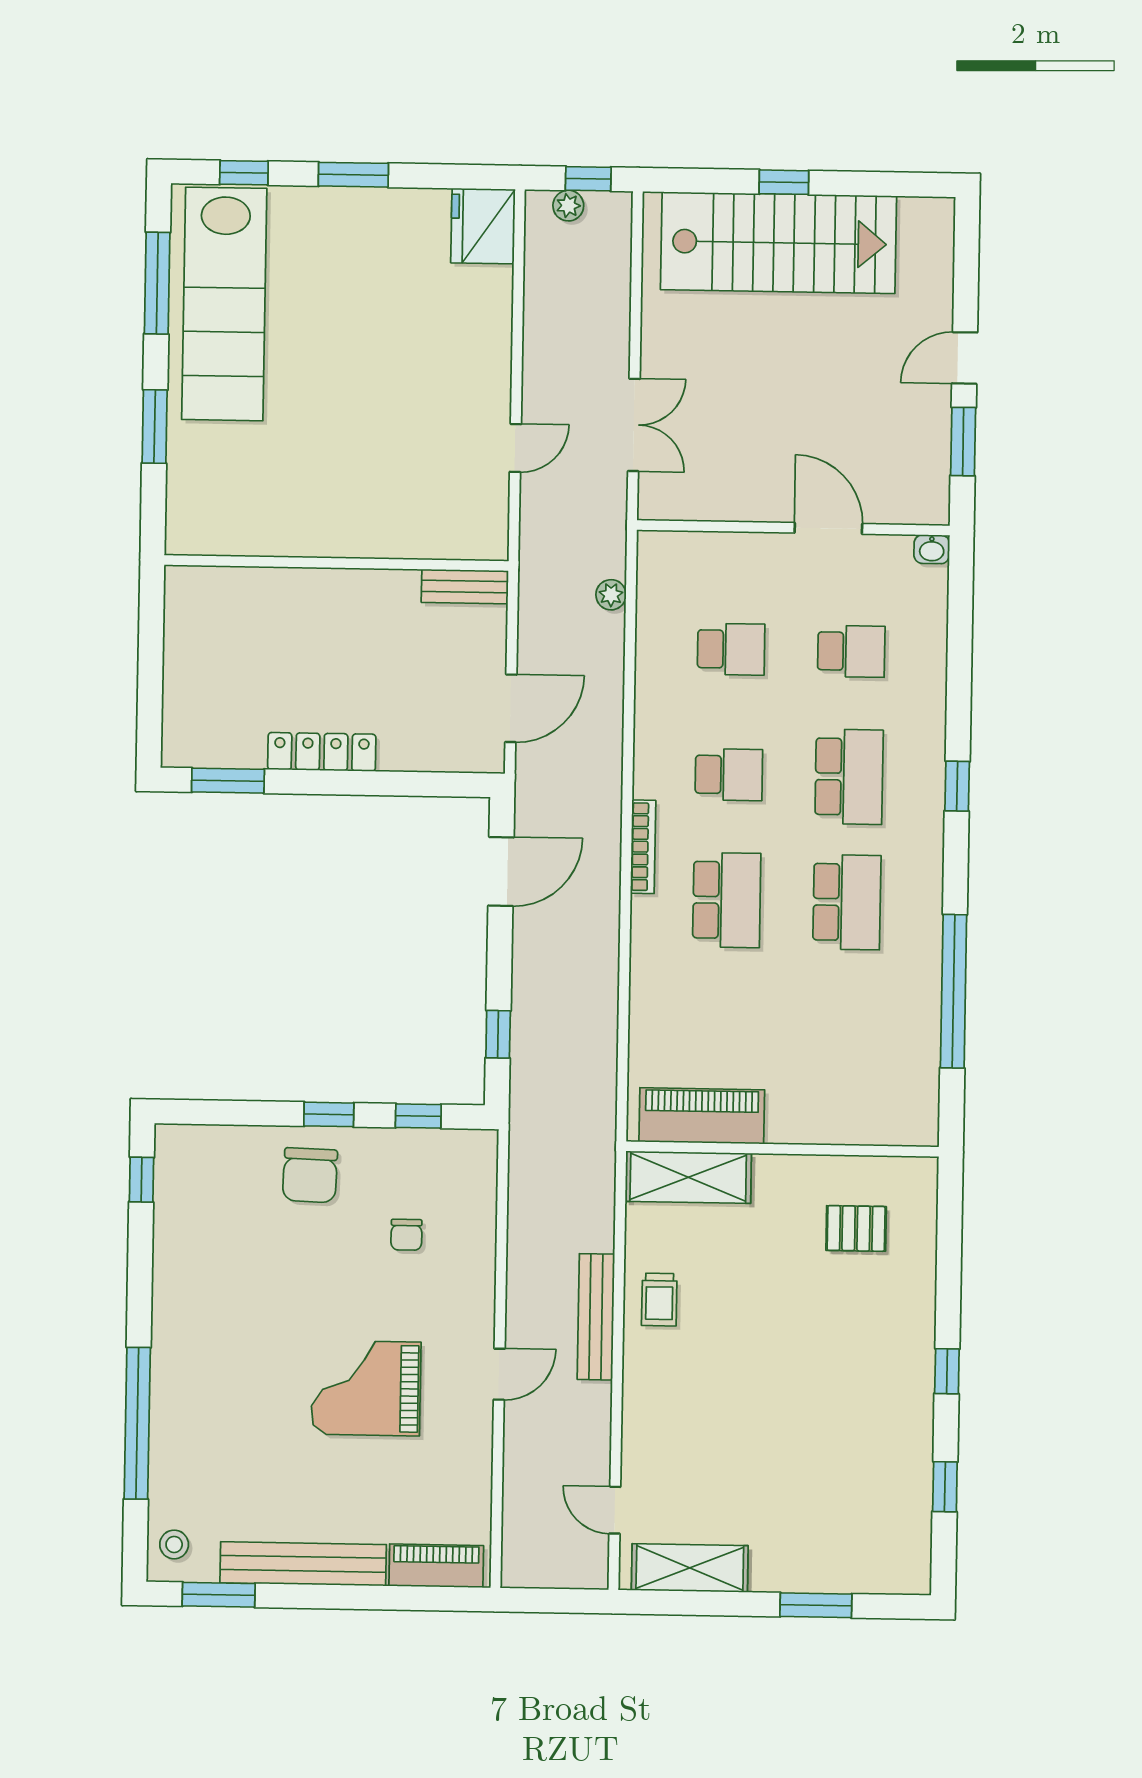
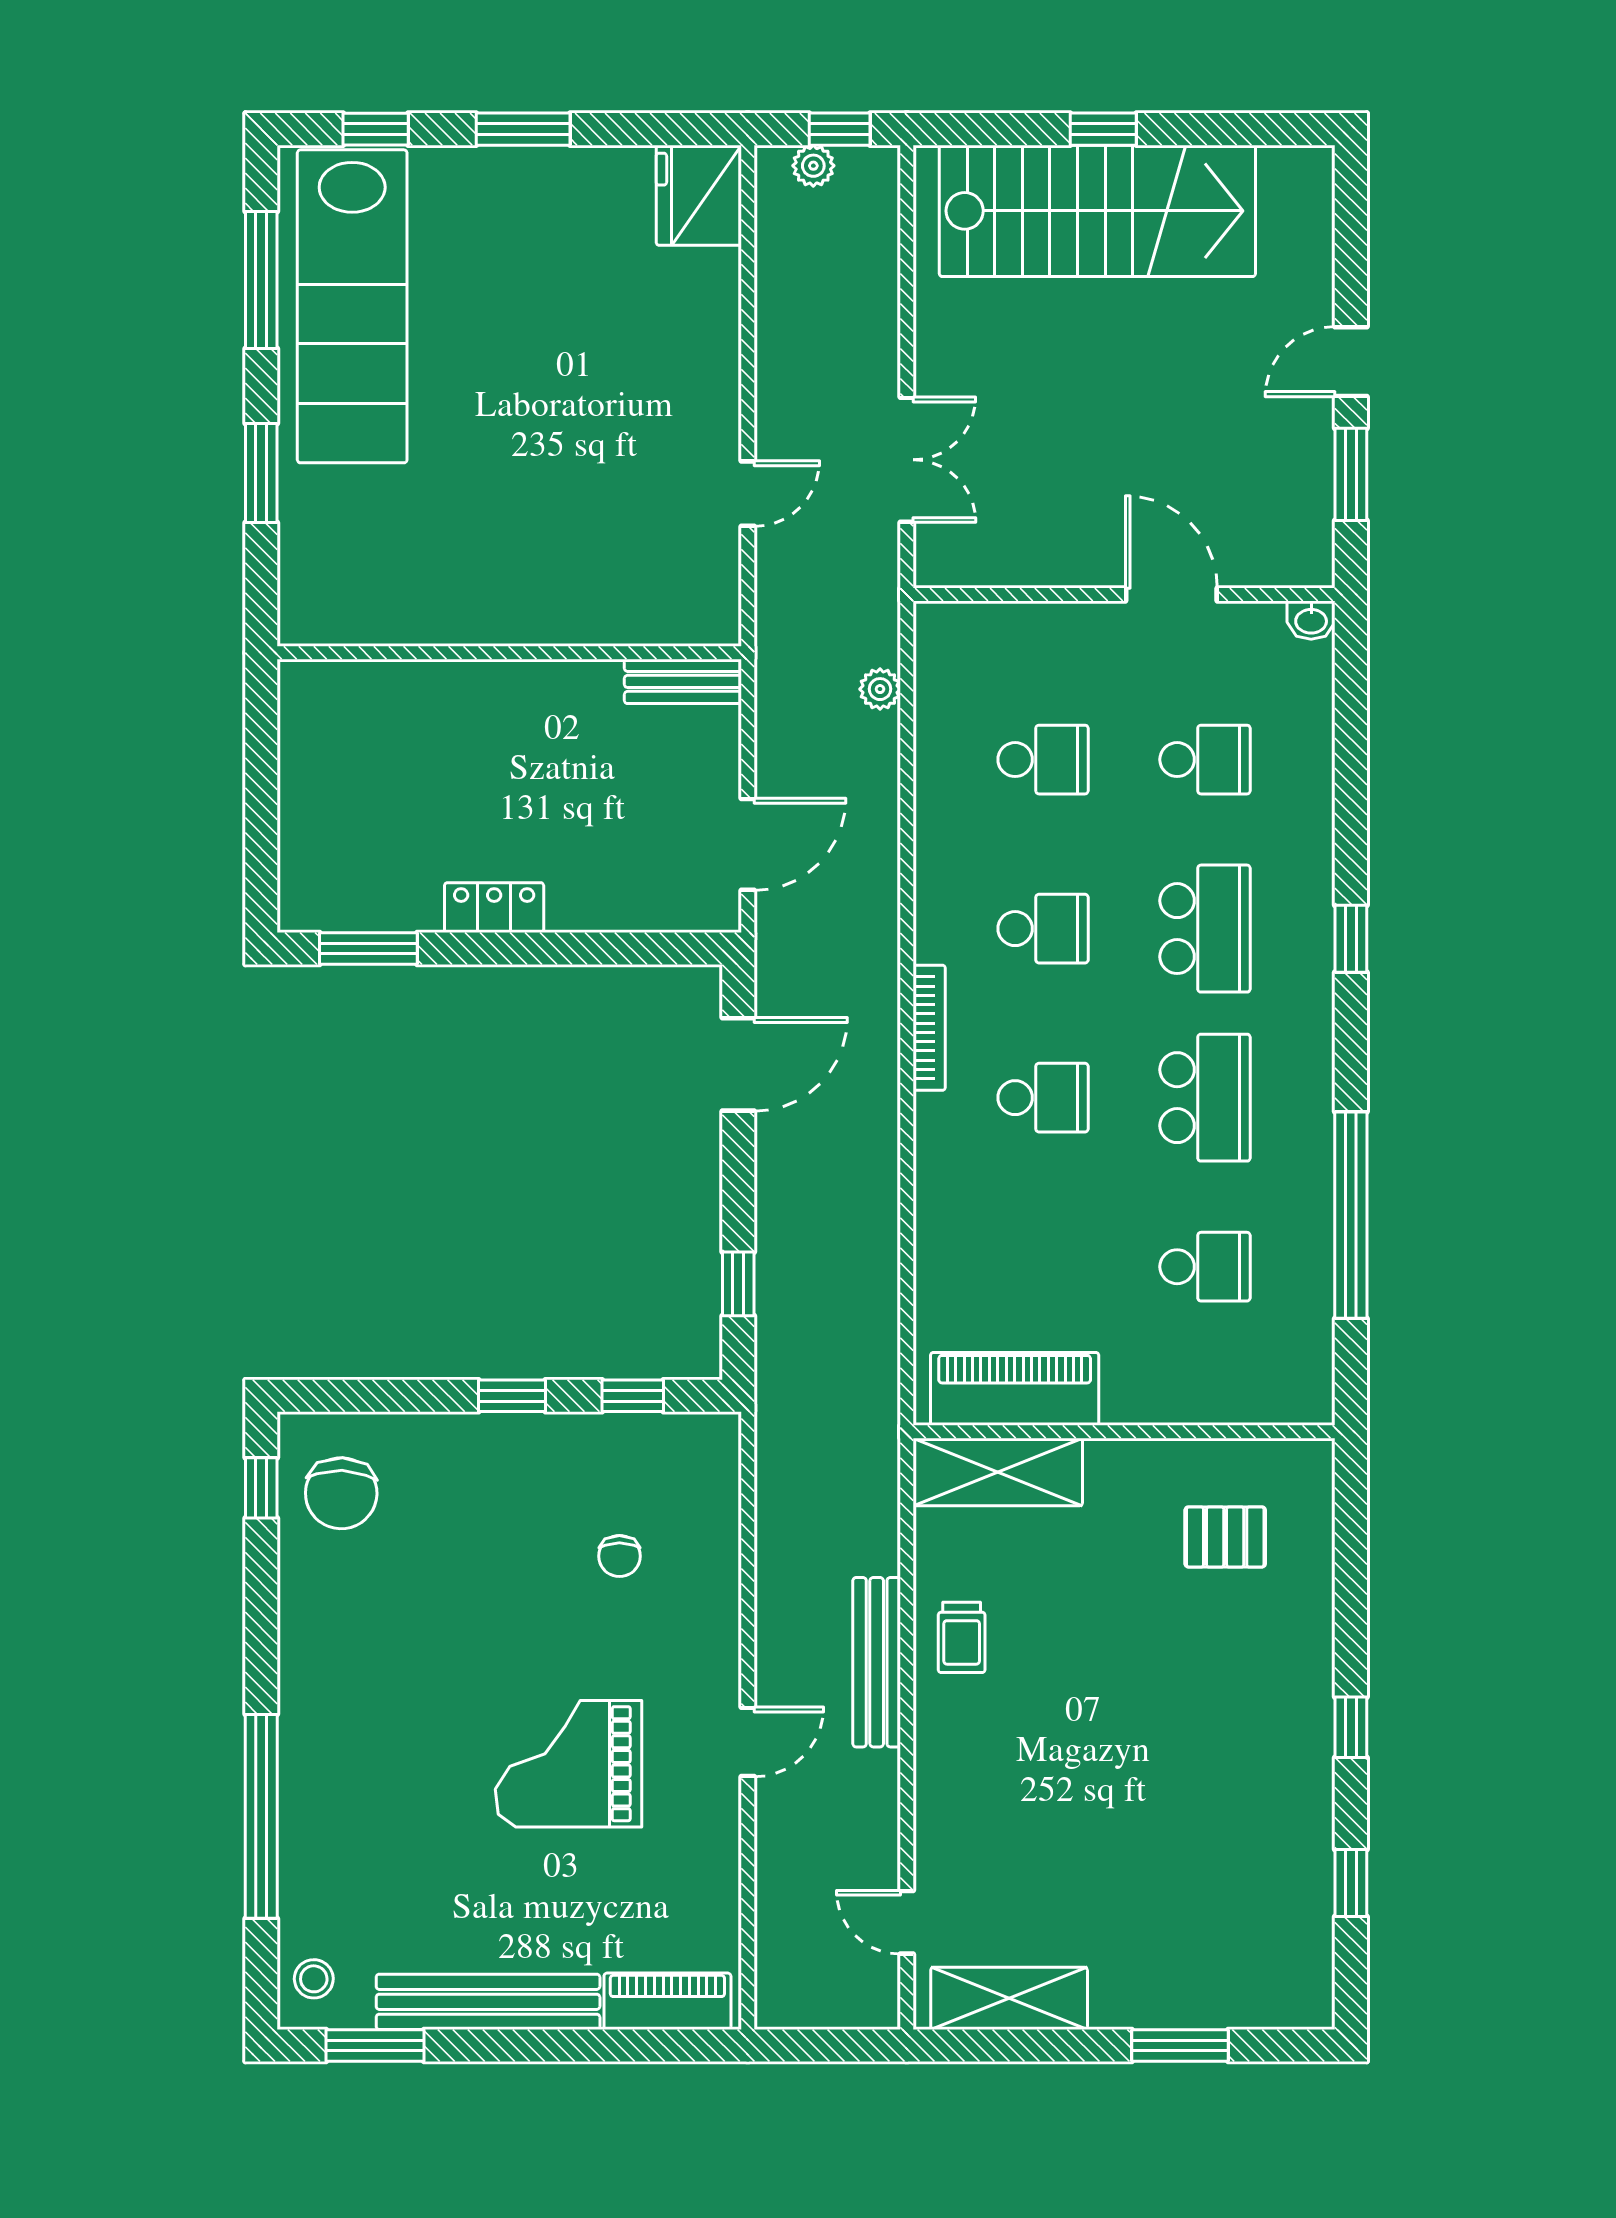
locker: (322, 752) -> (494, 908), width x0.66
school desk: (727, 900) -> (1043, 1098), width x0.54
school desk: (845, 1028) -> (1205, 1267), added
chair: (310, 1175) -> (341, 1493), moved

